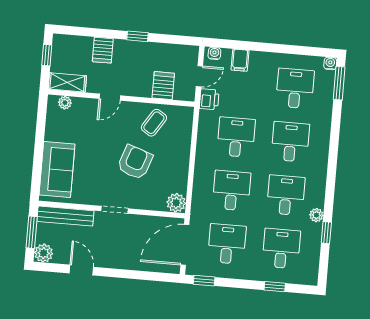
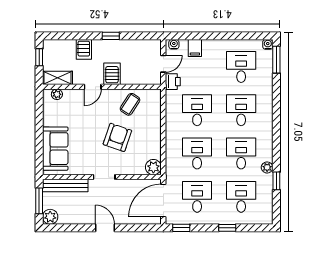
server rack: (163, 86) -> (112, 74), moved
door: (81, 270) -> (105, 228), moved
window: (275, 287) -> (227, 228), moved

